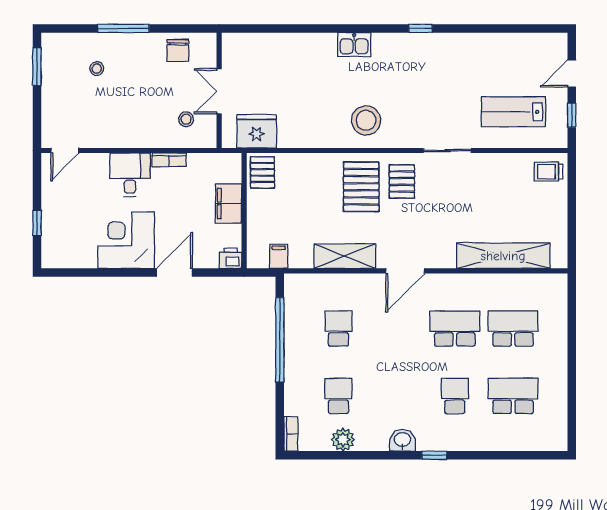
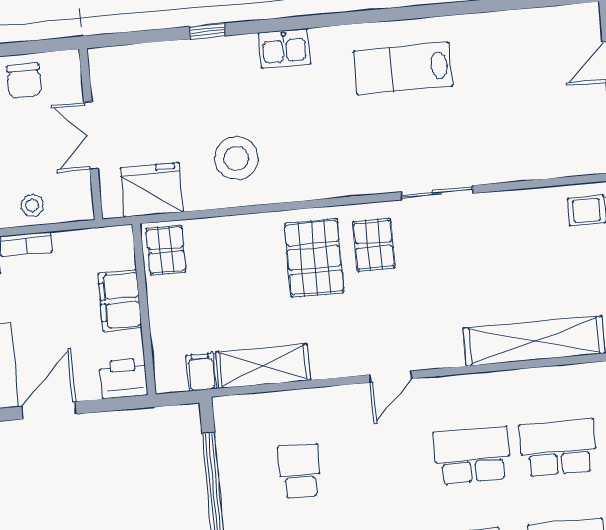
window: (421, 28) -> (207, 31), moved
lab bench: (513, 112) -> (403, 68), moved
stool: (186, 119) -> (32, 205), moved
stool: (366, 120) -> (236, 158), moved
shelving: (345, 256) -> (263, 366), moved
printer: (230, 258) -> (124, 378), width x1.36, depth x1.24
door: (405, 271) -> (391, 377), width x0.73

